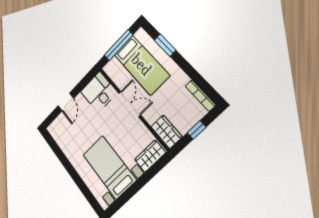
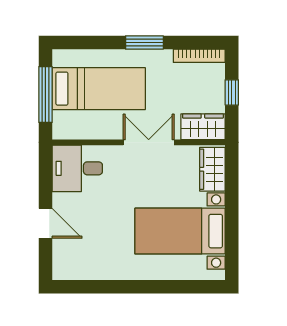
window: (165, 45) -> (144, 42), moved
double door: (130, 104) -> (149, 142), moved

